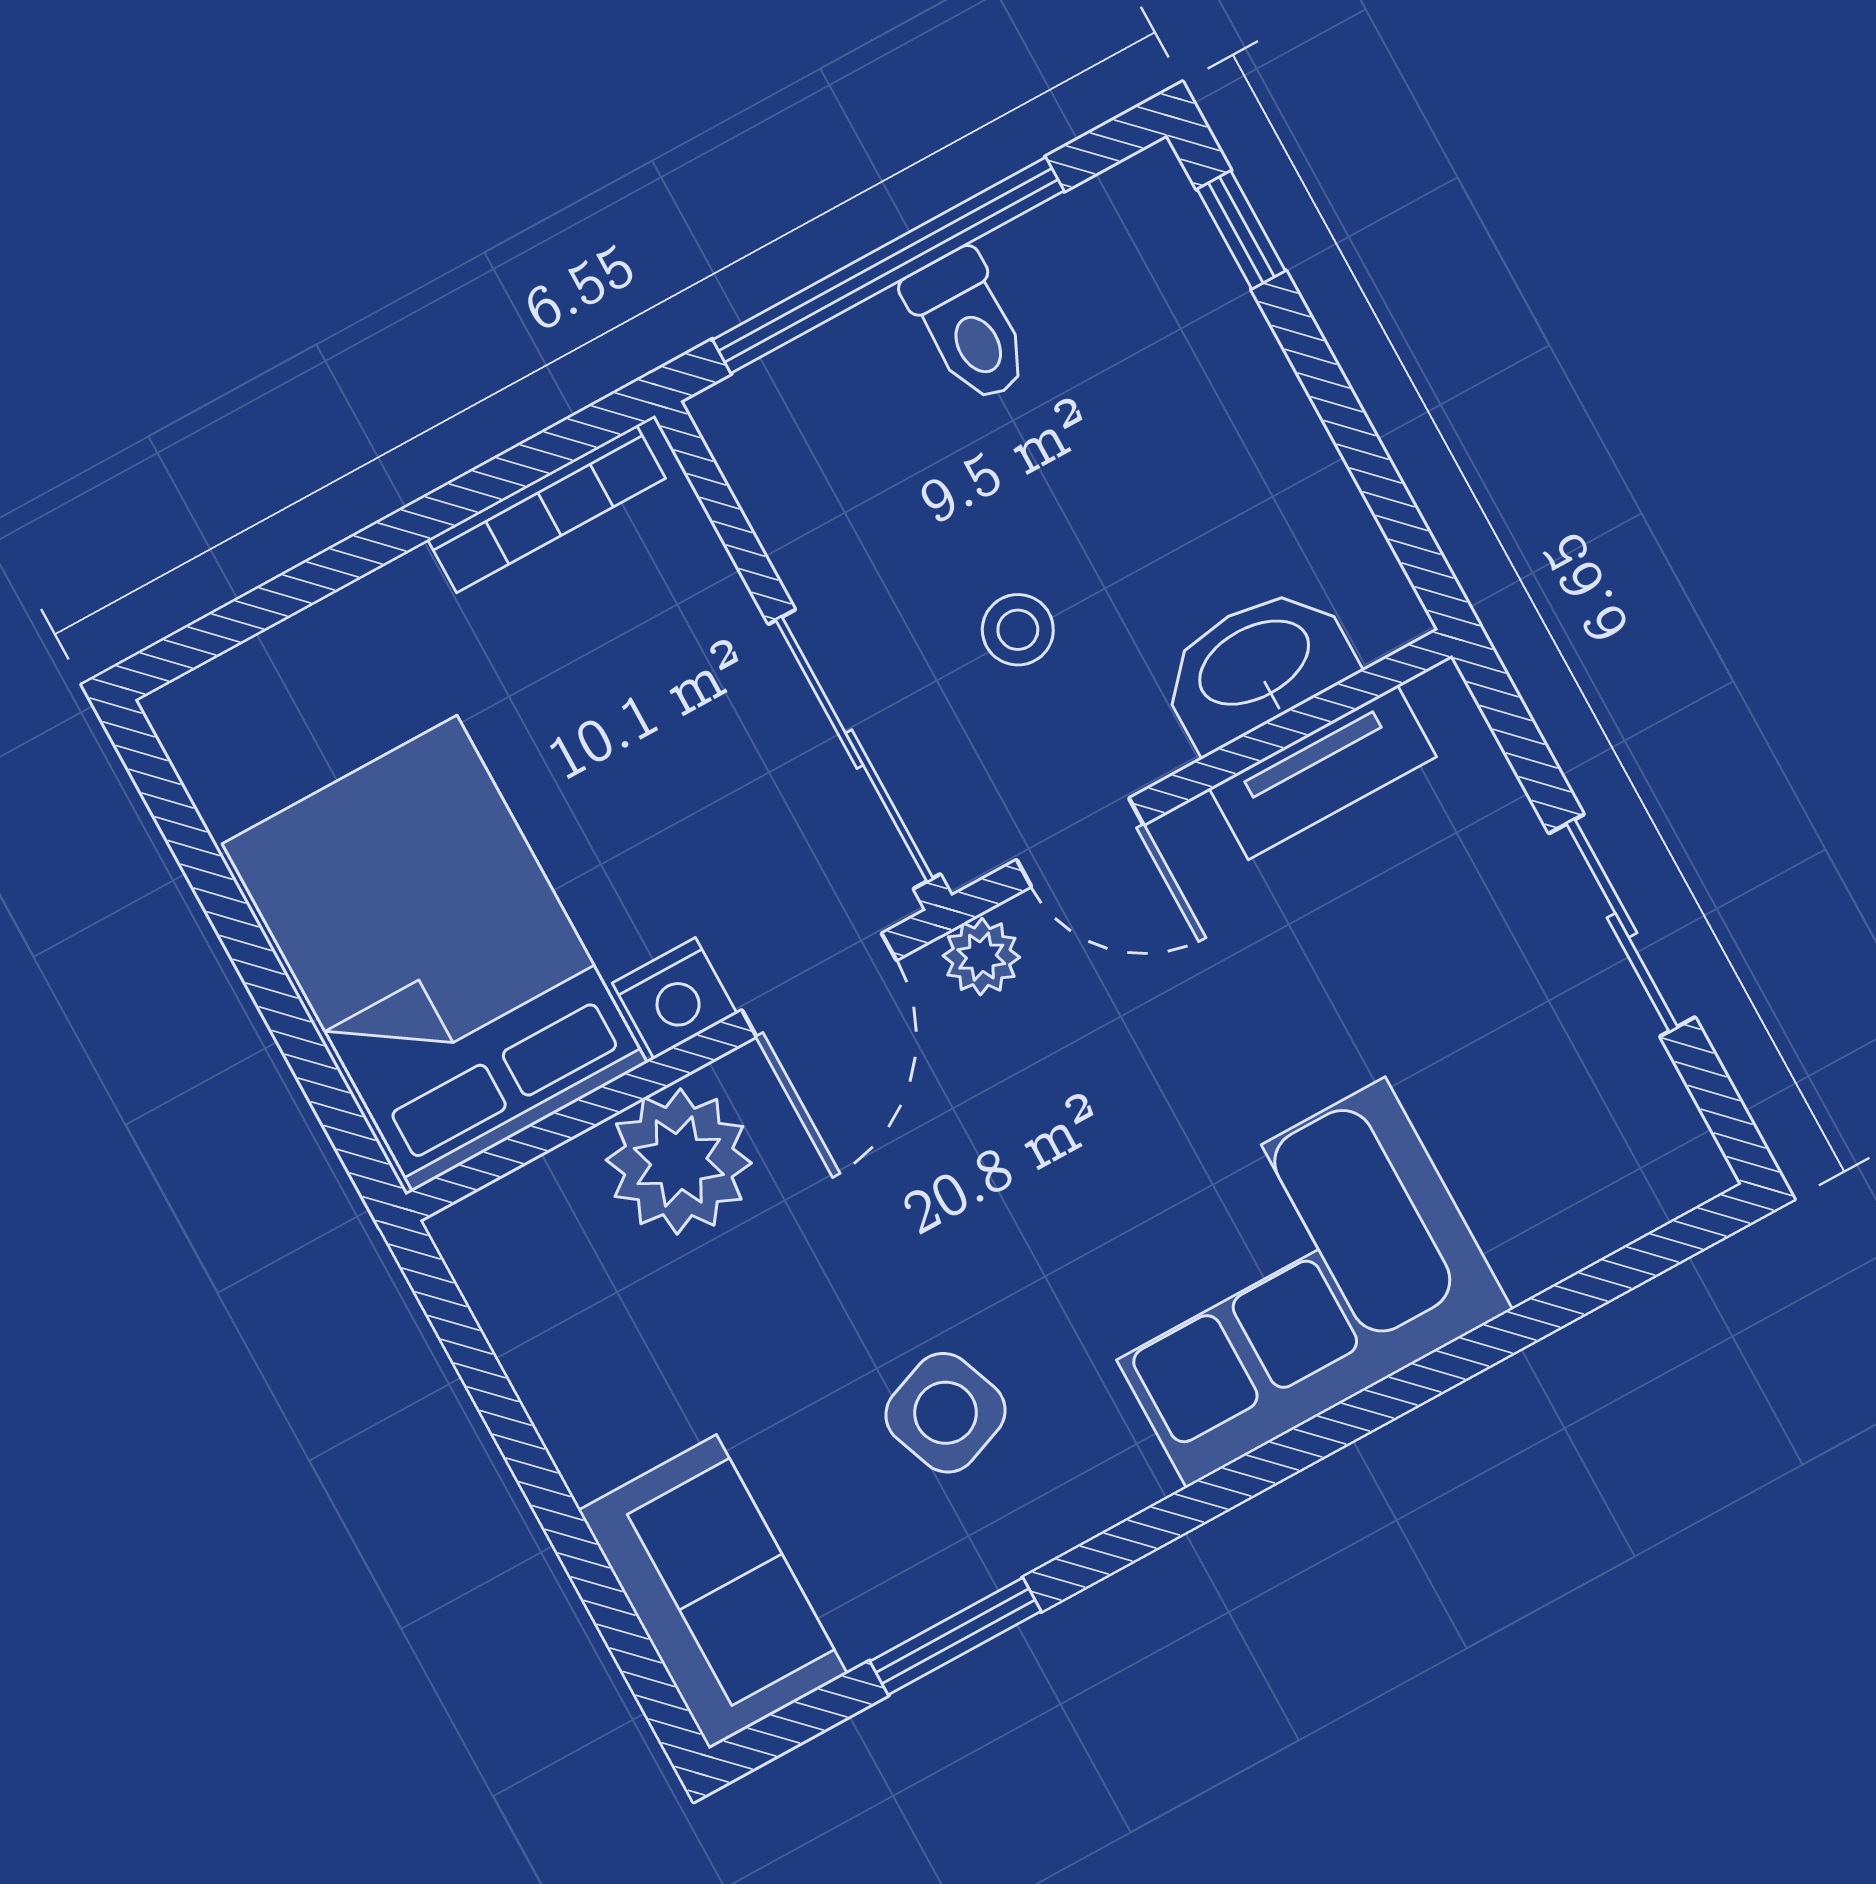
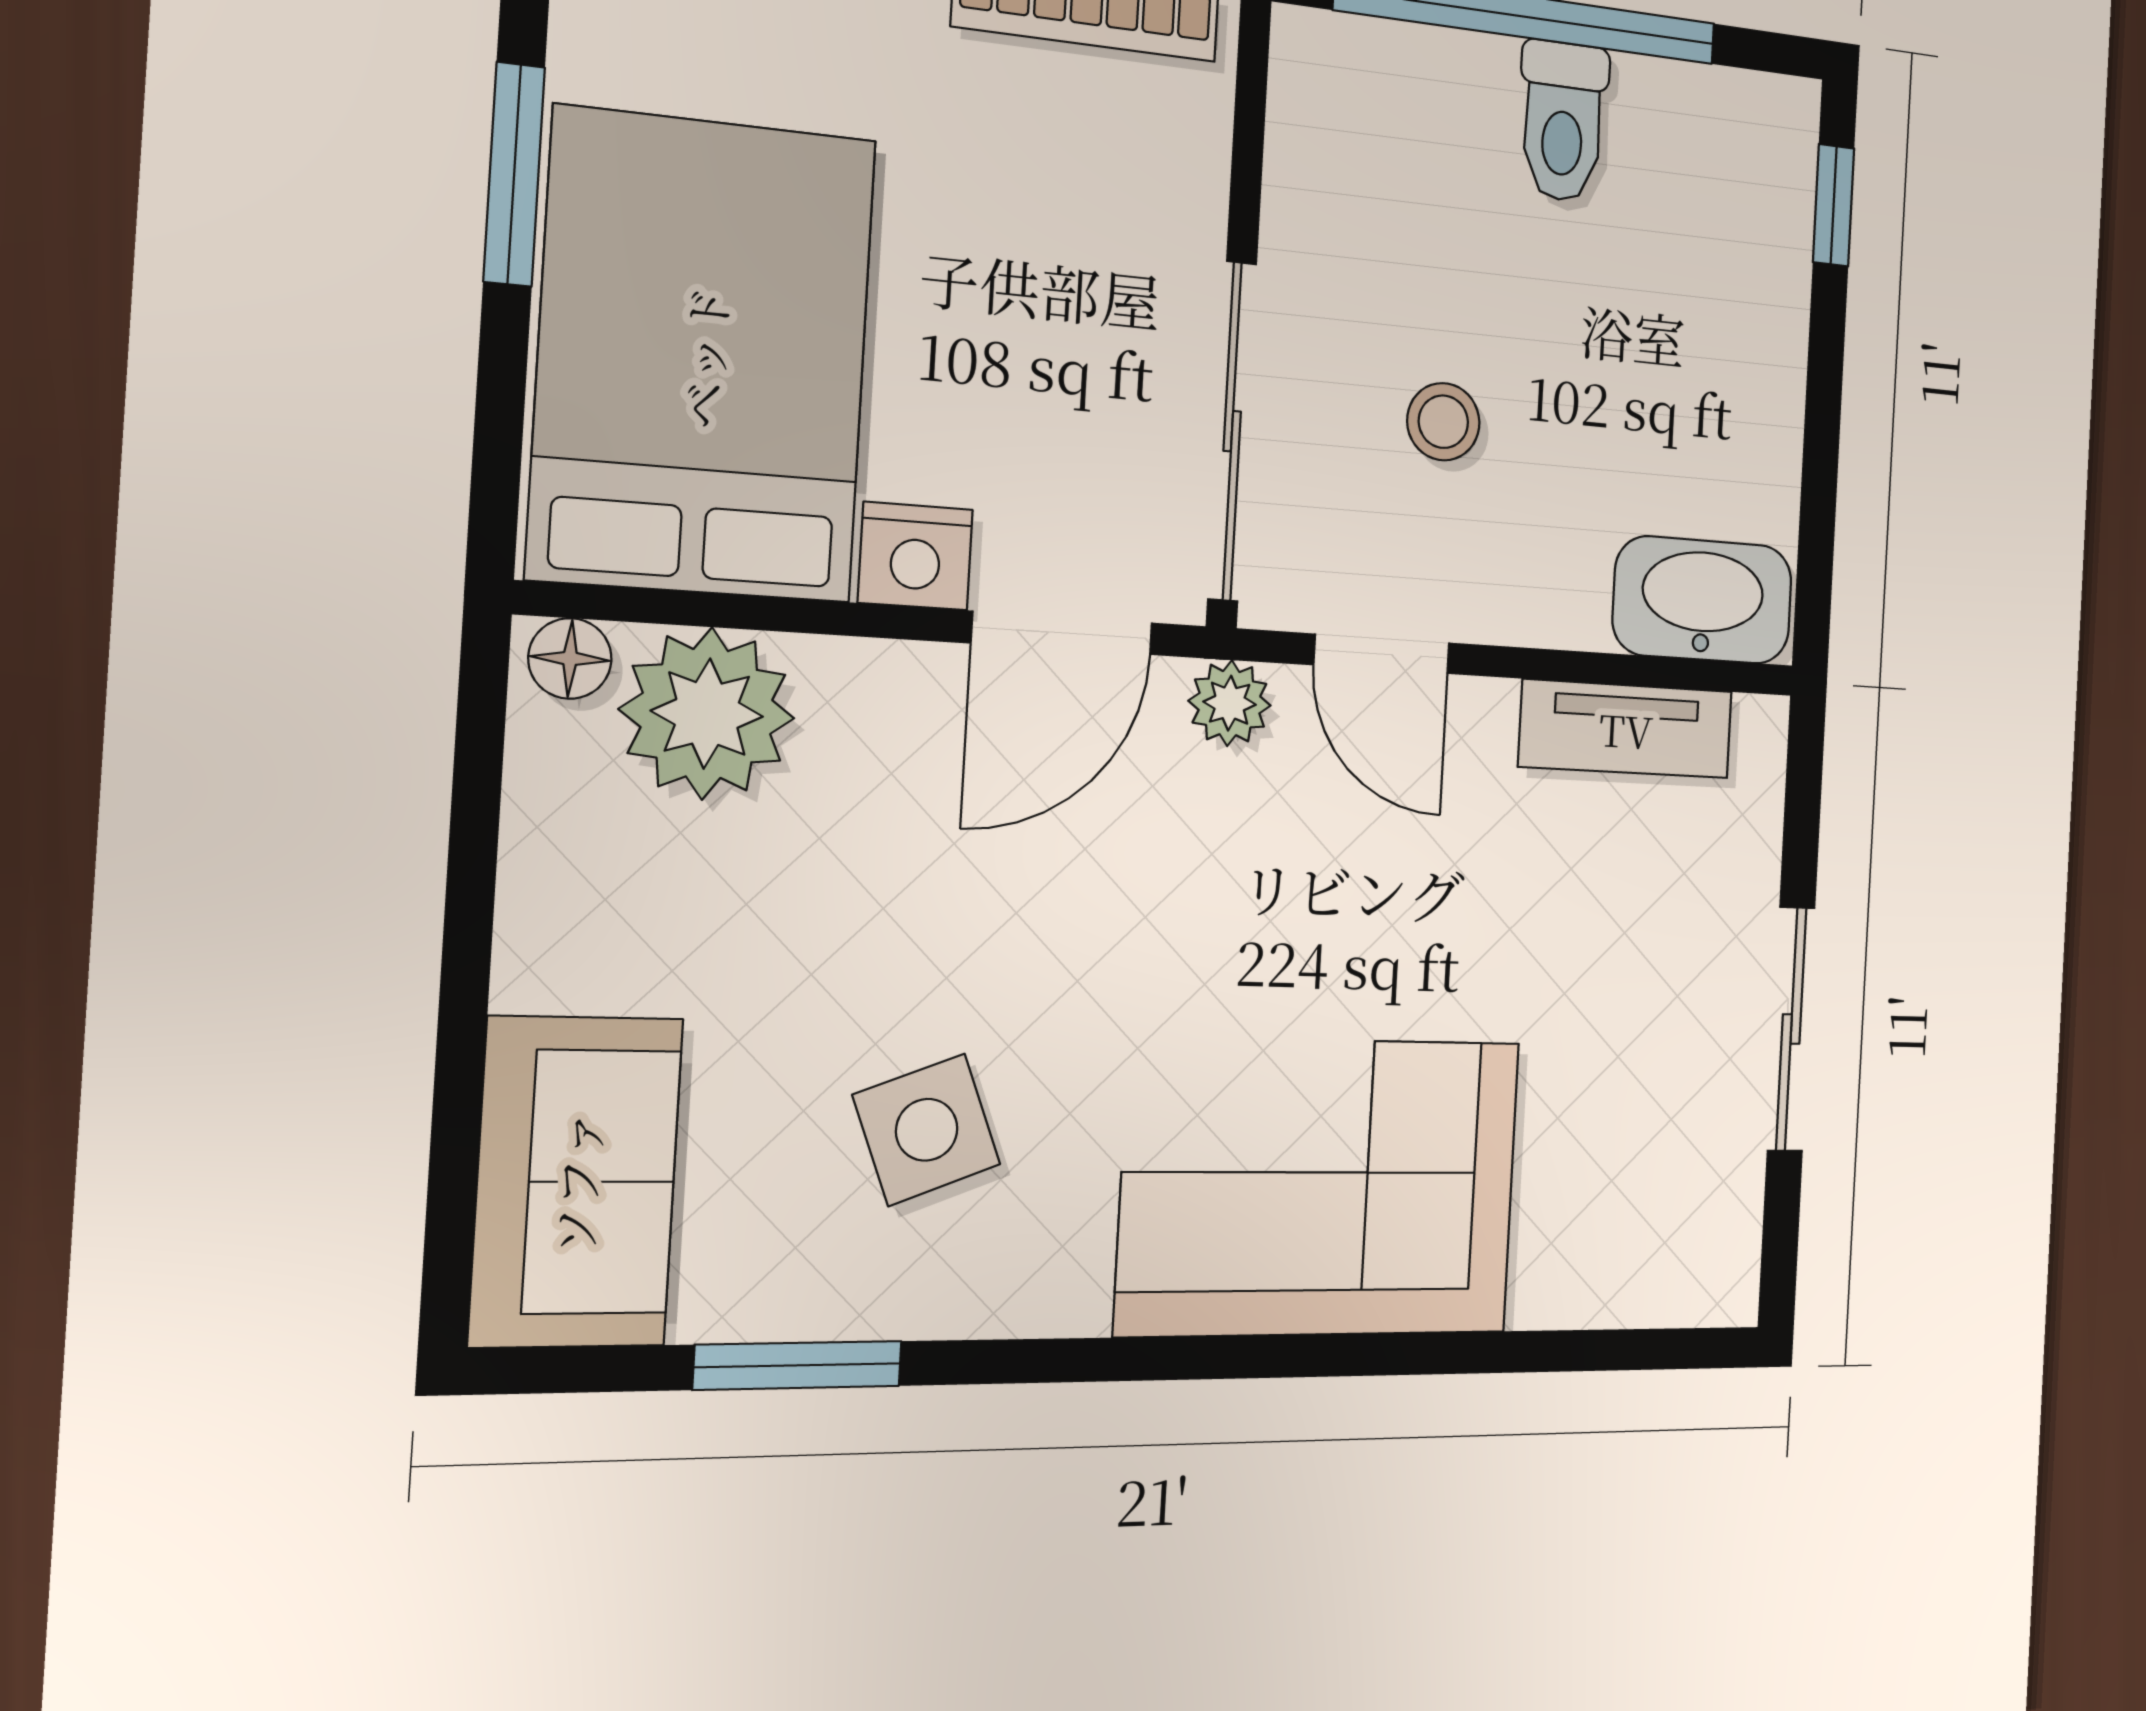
washbasin: (1256, 666) -> (1703, 600), moved
window: (229, 912) -> (514, 174), added
plant: (679, 1162) -> (707, 714), moved
floor lamp: (478, 1226) -> (570, 658), added

